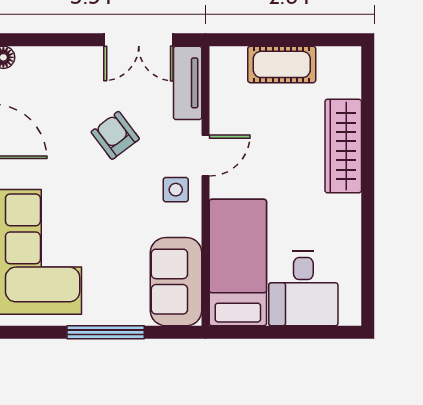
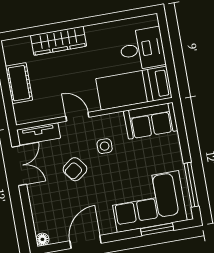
side table: (176, 190) -> (105, 146), moved
window: (106, 332) -> (191, 185), moved

